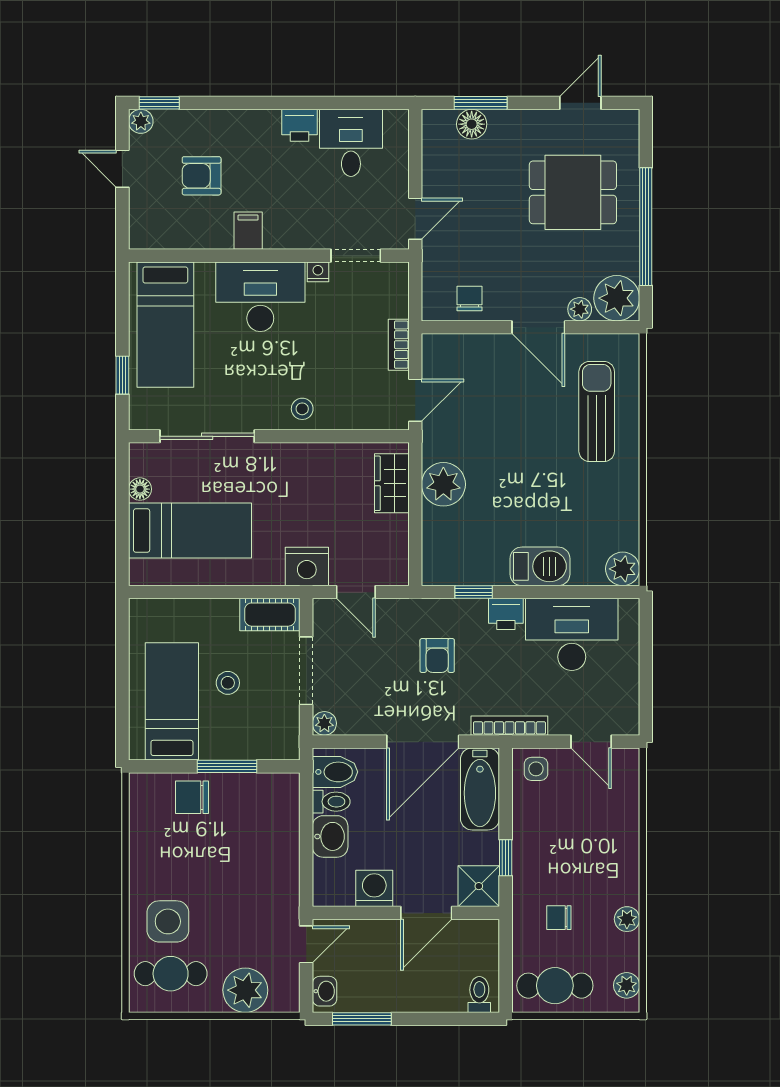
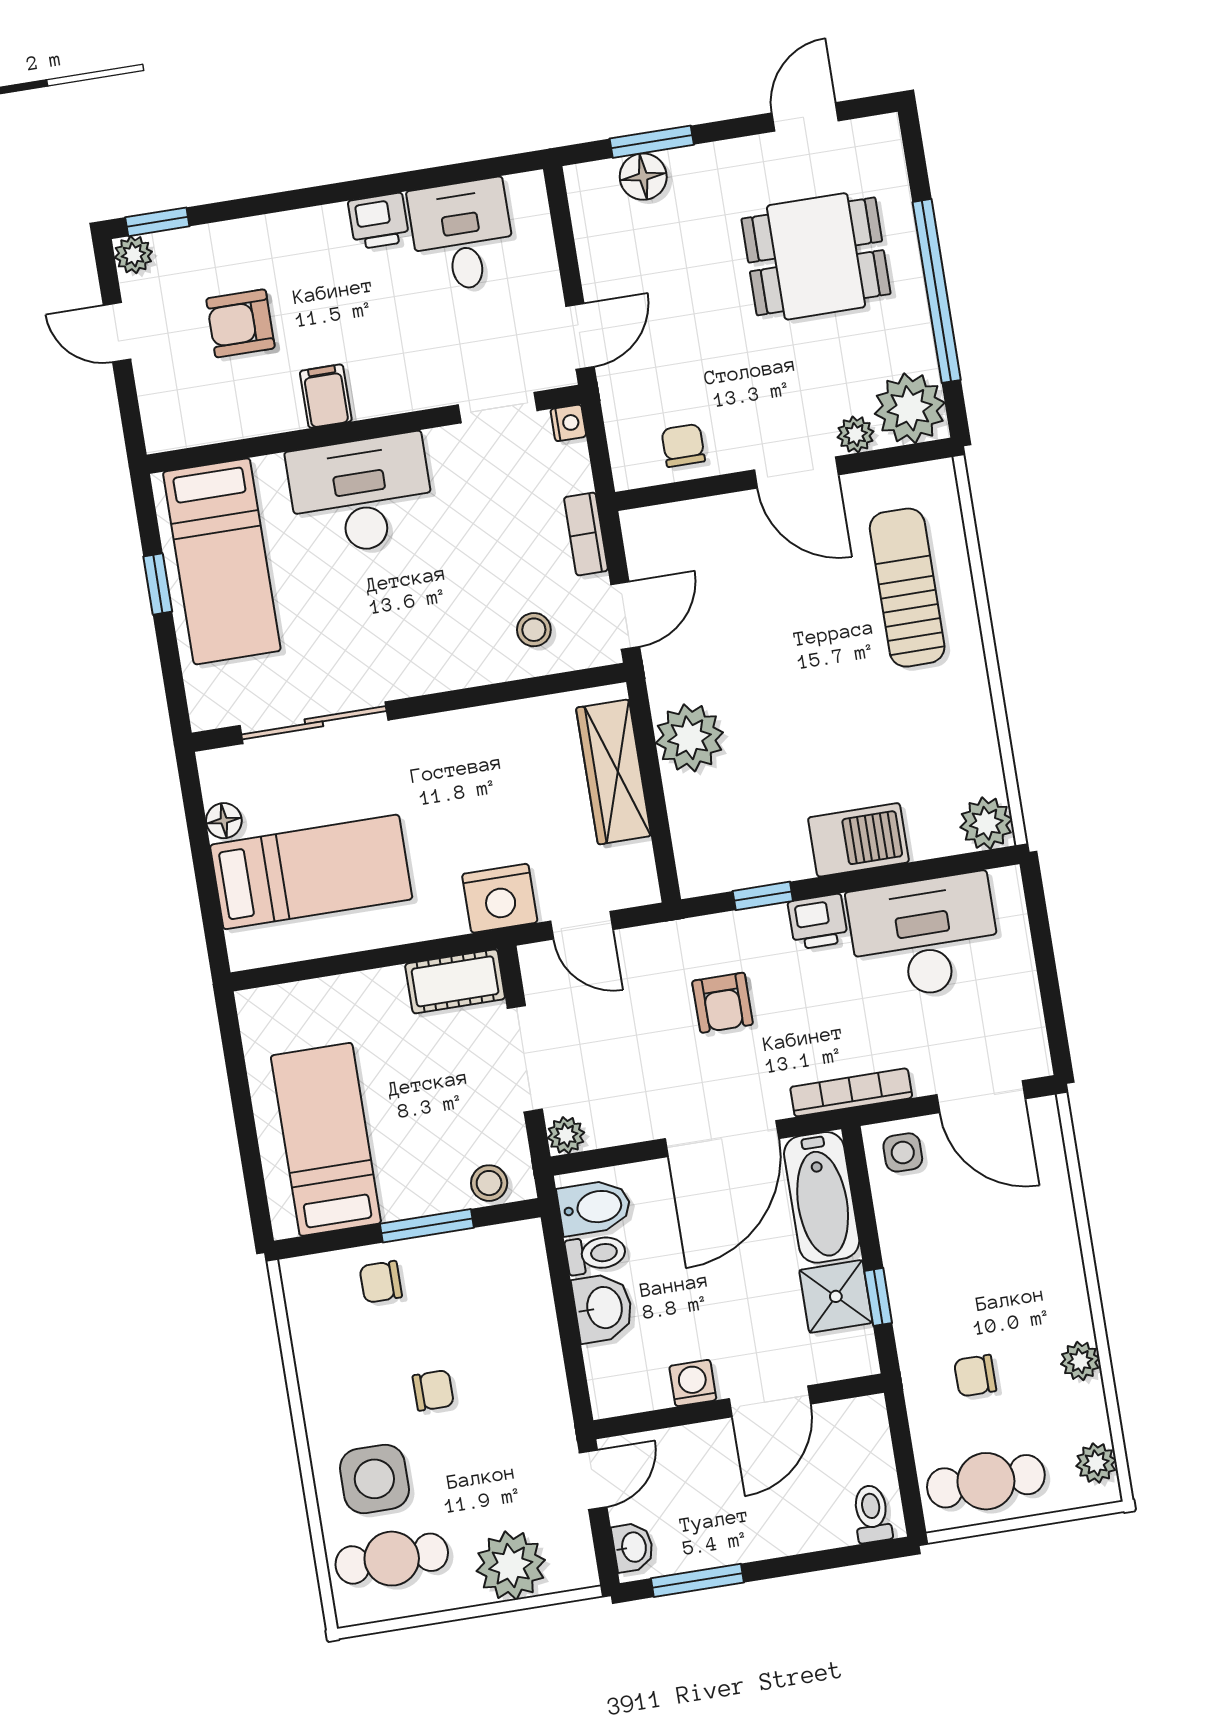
nightstand: (318, 272) -> (568, 423), moved, turned 90
window: (122, 375) -> (158, 584), moved
stool: (302, 409) -> (534, 630), moved
wardrobe: (392, 483) -> (613, 772), width x1.50
stool: (228, 683) -> (489, 1183), moved
door: (591, 742) -> (981, 1097), width x1.38
chair: (192, 797) -> (381, 1282), width x0.73, depth x0.73
chair: (214, 871) -> (433, 1390), added
shower: (479, 886) -> (836, 1296), moved
washing machine: (374, 888) -> (693, 1383), width x0.73, depth x0.73

